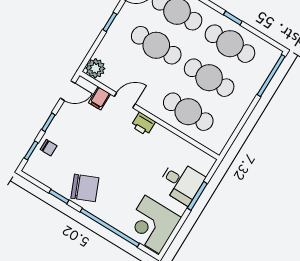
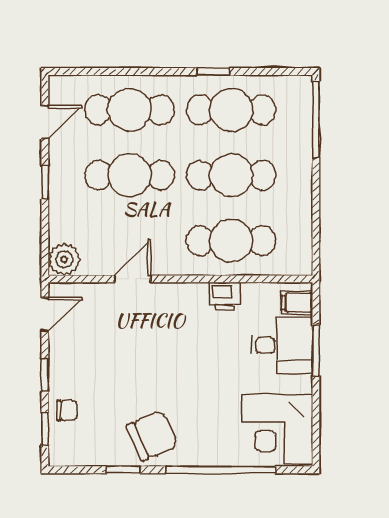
filing cabinet: (100, 98) -> (297, 303), moved, turned 90
printer: (143, 124) -> (225, 296), moved

